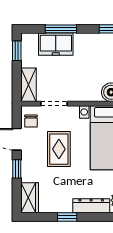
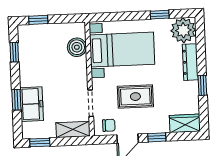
window: (61, 29) -> (16, 100), width x0.67

